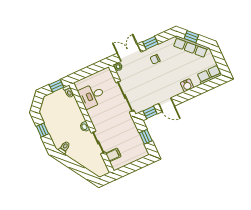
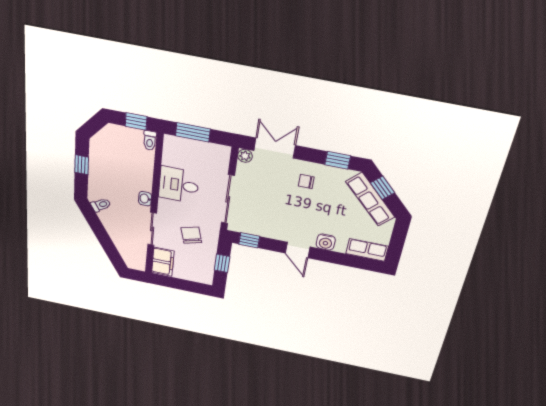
window: (150, 43) -> (338, 160), moved
window: (86, 72) -> (193, 132), added
desk: (92, 96) -> (179, 185), moved
door: (167, 105) -> (298, 250), moved
chair: (120, 131) -> (191, 235), added
filing cabinet: (113, 155) -> (163, 262), width x2.00

